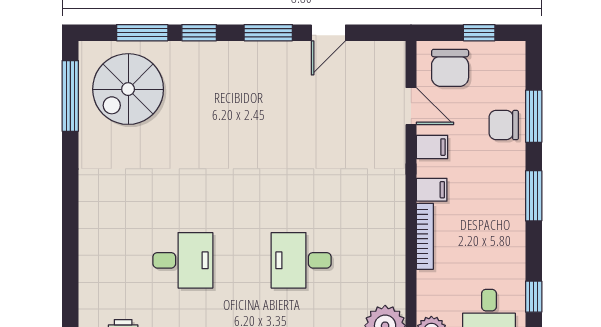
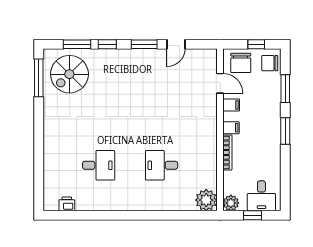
chair: (504, 125) -> (270, 63), moved
window: (534, 297) -> (285, 185), removed

